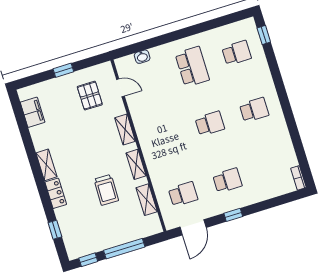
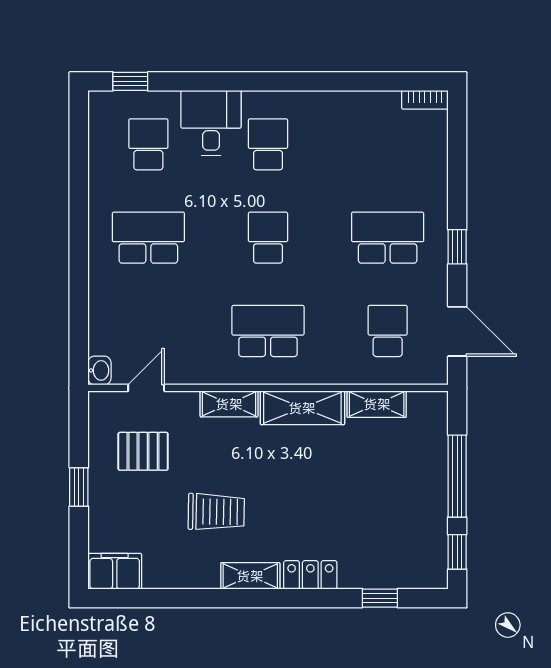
washbasin: (142, 57) -> (99, 370), moved
desk: (256, 80) -> (211, 123), added
filing cabinet: (33, 112) -> (115, 571), moved
school desk: (165, 137) -> (268, 331), added
shelving: (136, 164) -> (302, 408), width x1.50, depth x1.33
school desk: (227, 180) -> (388, 238), width x1.85
trolley: (106, 190) -> (216, 512), moved

